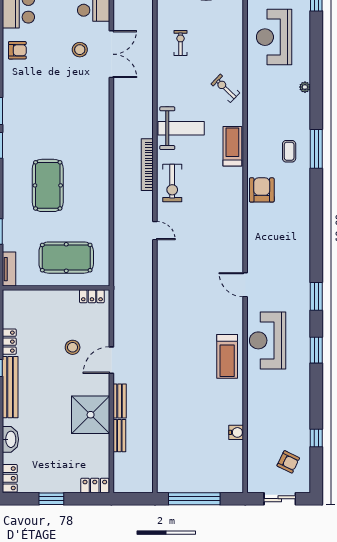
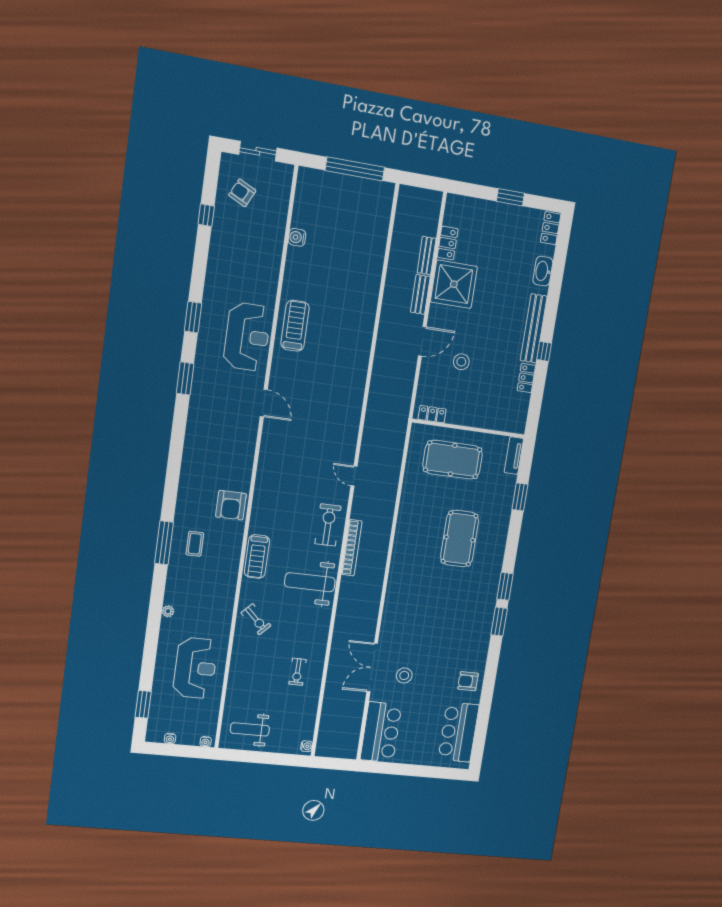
locker: (95, 485) -> (448, 243), moved, turned -90

